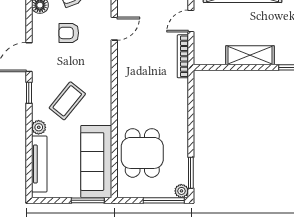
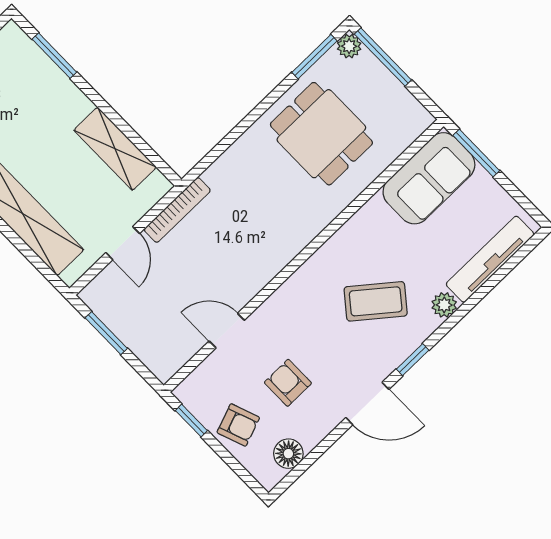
door: (191, 21) -> (123, 243), hinge flipped
armchair: (69, 33) -> (288, 383), turned 180
shelving: (250, 55) -> (115, 149), moved
dining table: (142, 153) -> (321, 134), moved, turned 90
sofa: (96, 162) -> (429, 178), width x0.73

